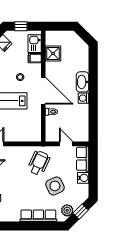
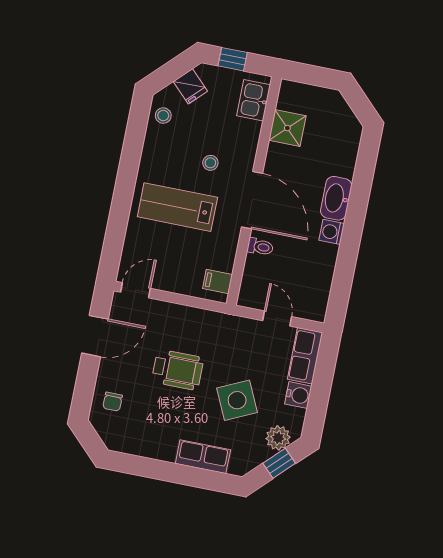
filing cabinet: (35, 58) -> (218, 282), moved
wheelchair: (39, 163) -> (178, 370), moved, turned 65
plant: (67, 210) -> (278, 438), moved
row of seats: (38, 216) -> (203, 457), width x0.68

